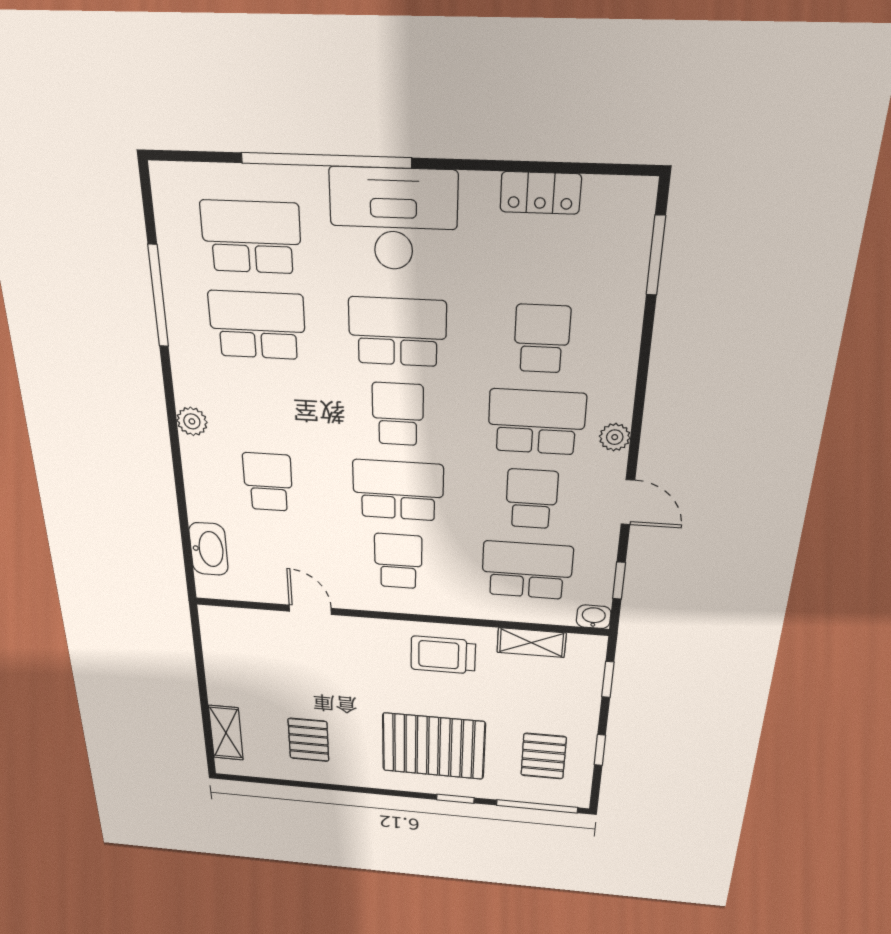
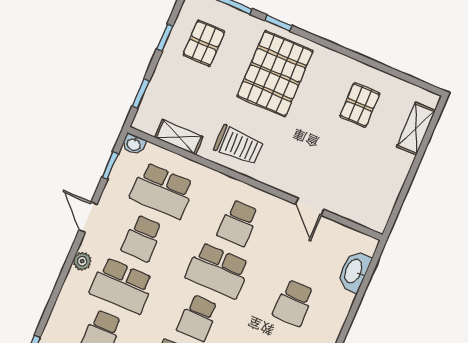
pallet: (433, 746) -> (275, 74), turned 90

